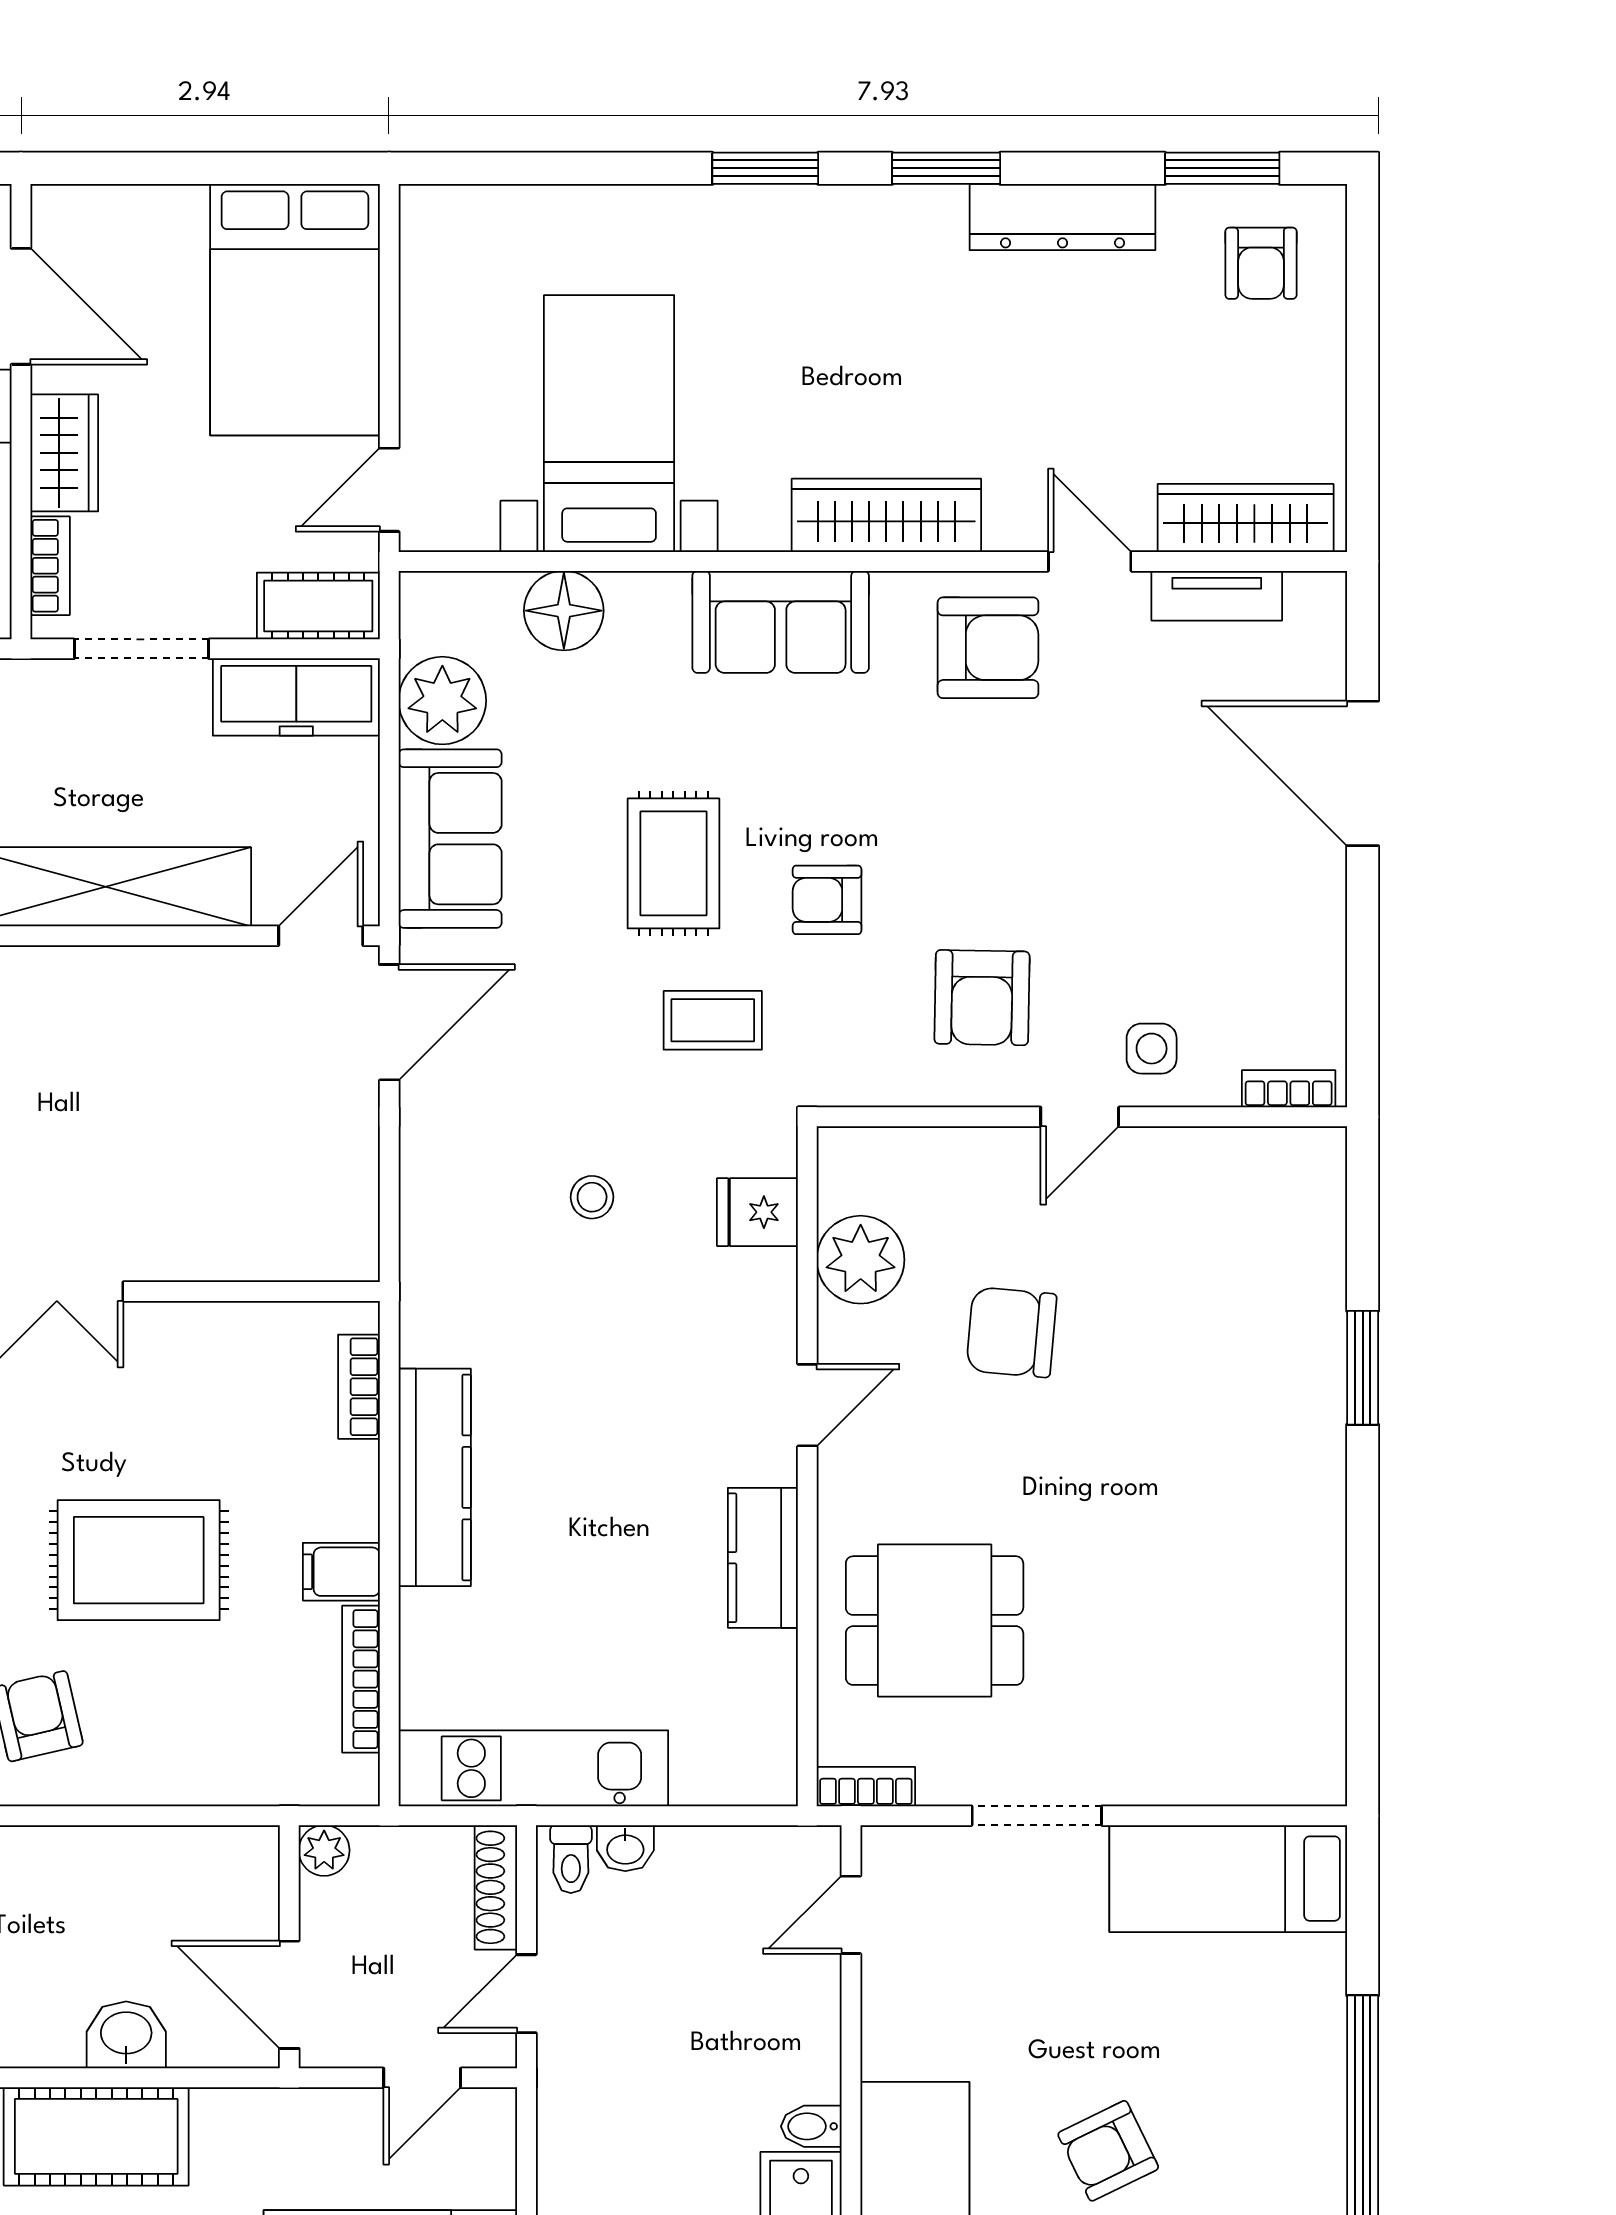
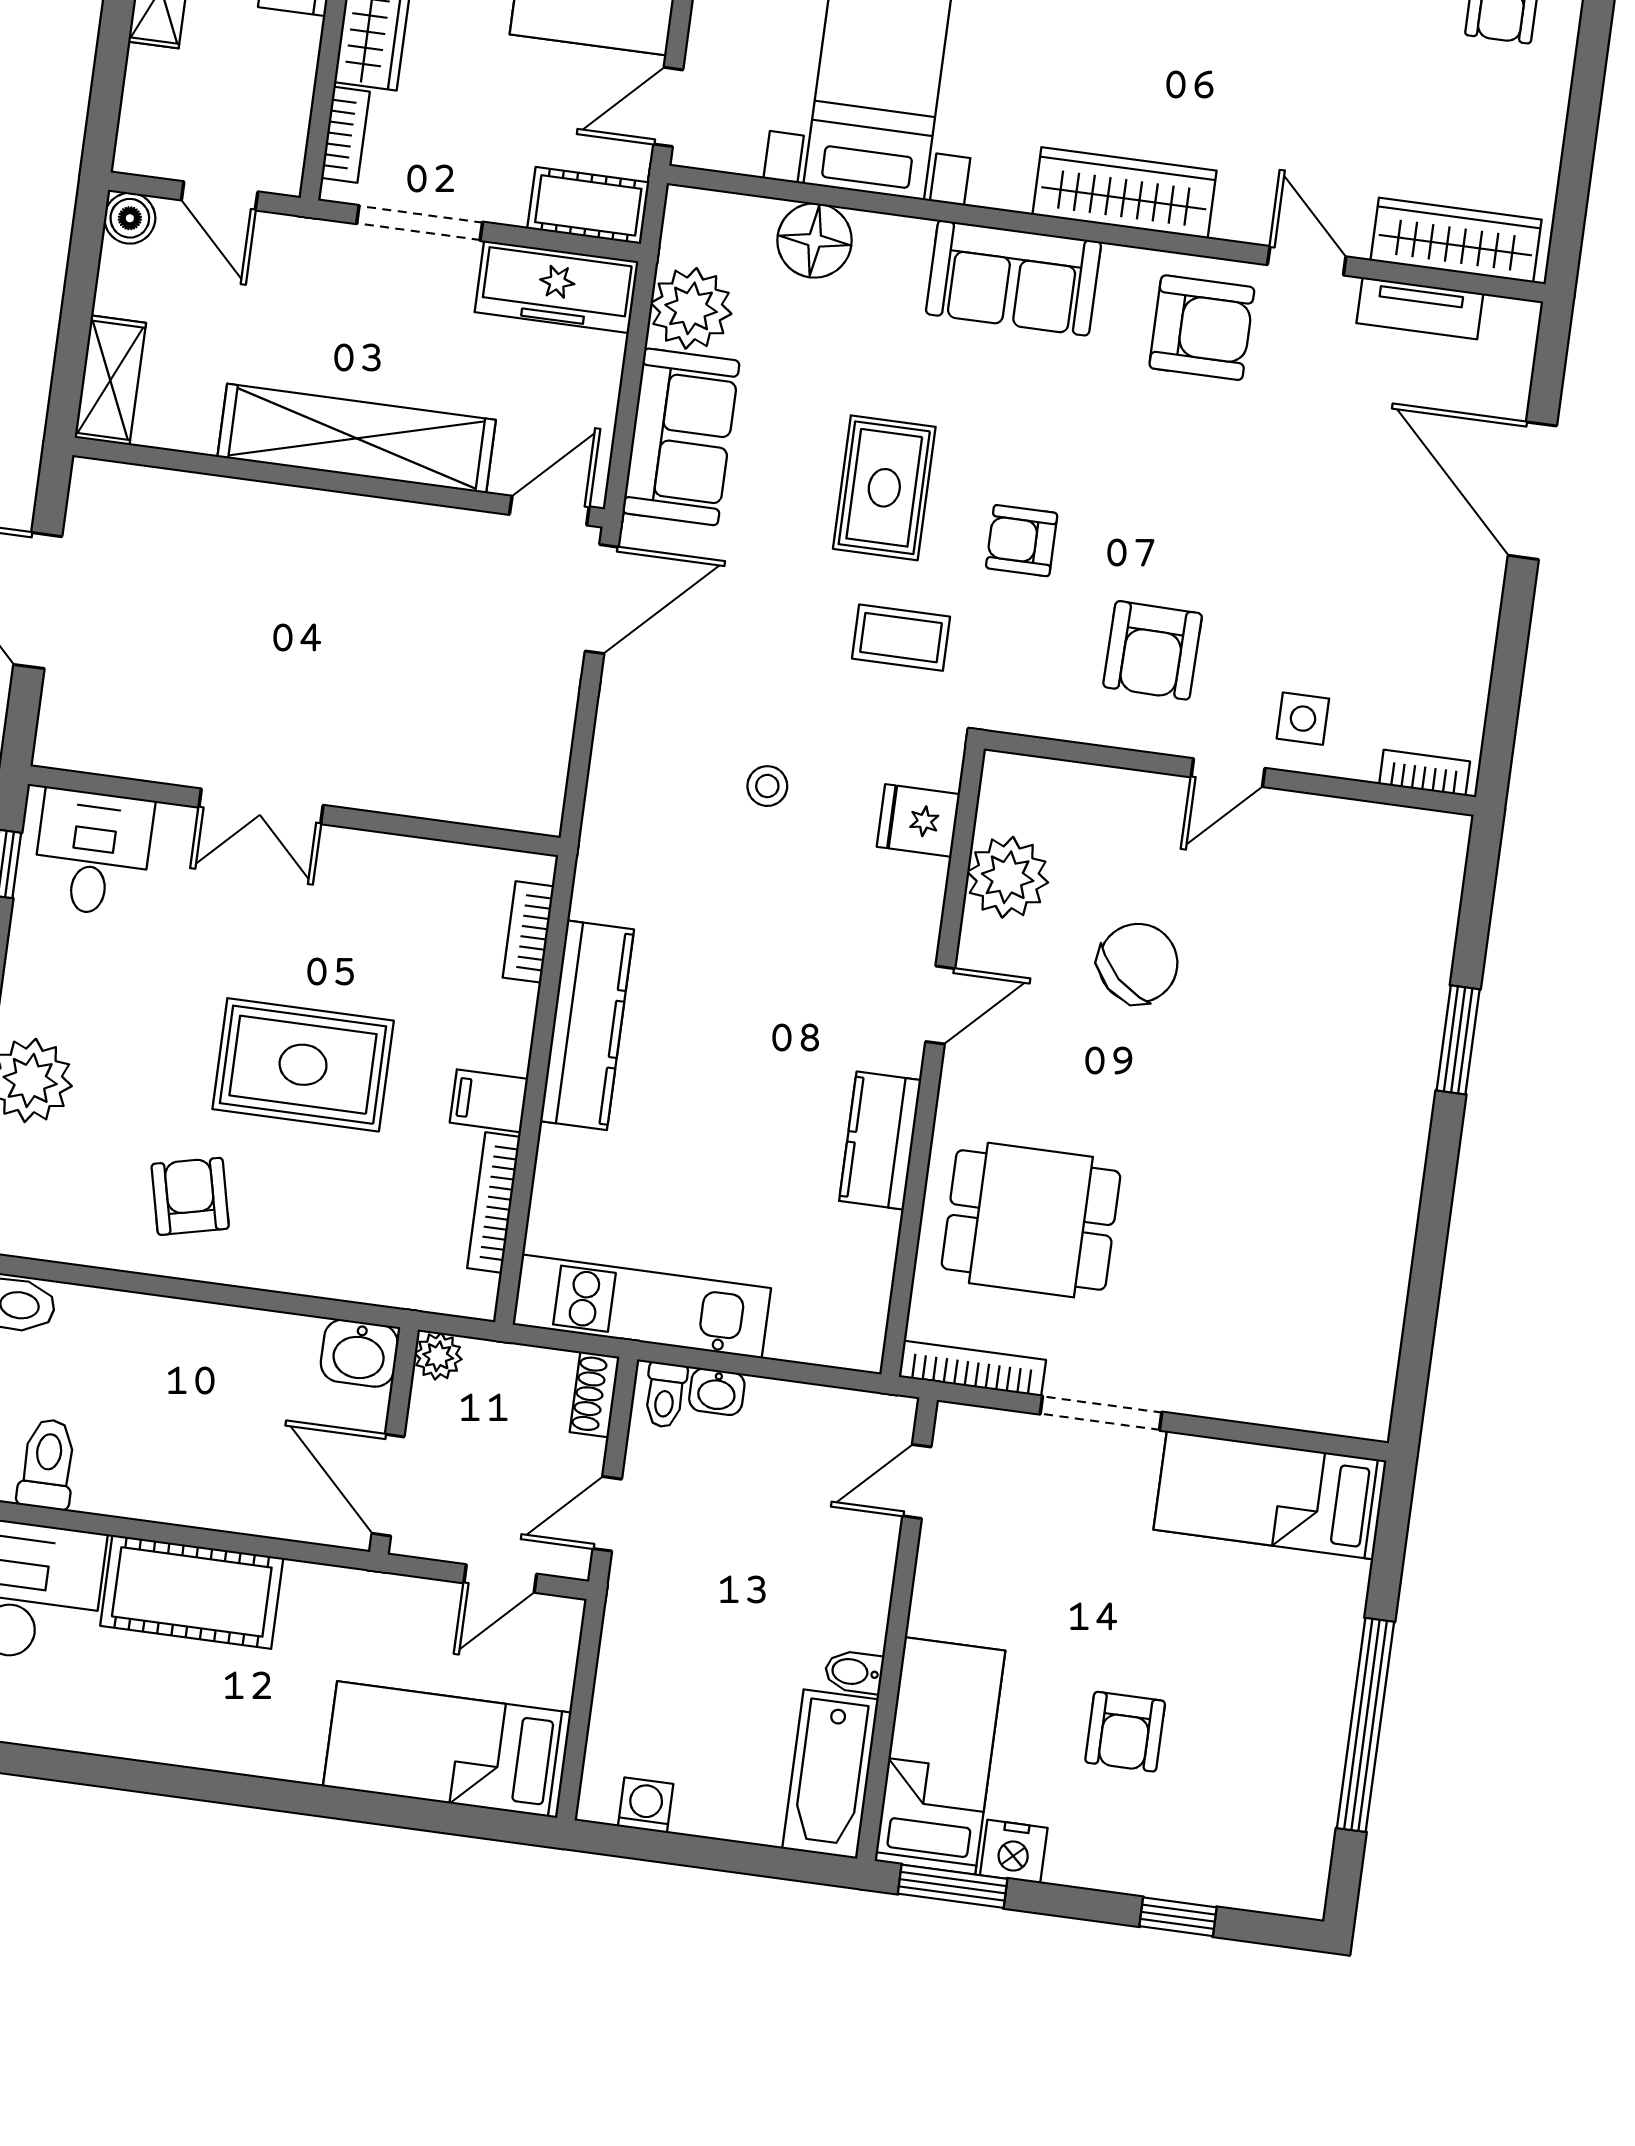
chair: (1011, 1332) -> (1138, 963), turned 128
bookcase: (866, 1787) -> (972, 1368), width x1.56
shoe rack: (496, 1887) -> (595, 1394), width x0.70
washbasin: (126, 2035) -> (359, 1353), moved, turned 180
armchair: (1108, 2151) -> (1125, 1732), turned -64

